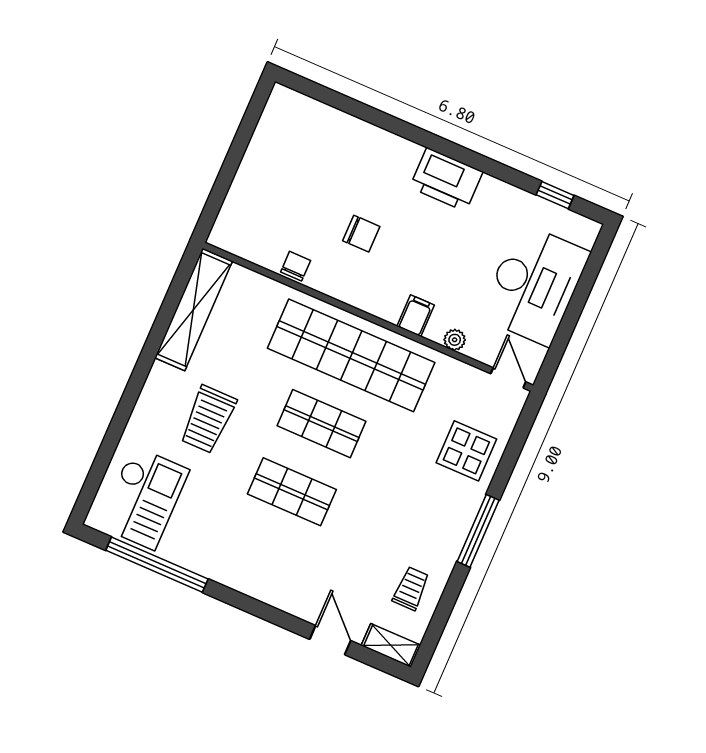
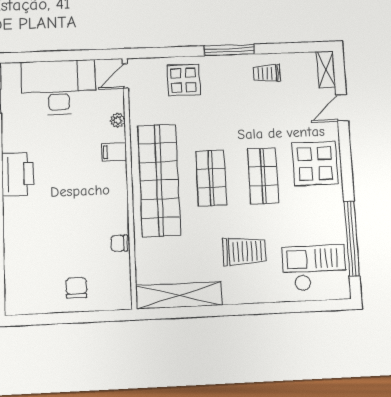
chair: (361, 234) -> (76, 288), moved
display table: (275, 567) -> (315, 163), added
trolley: (411, 588) -> (267, 73), moved

